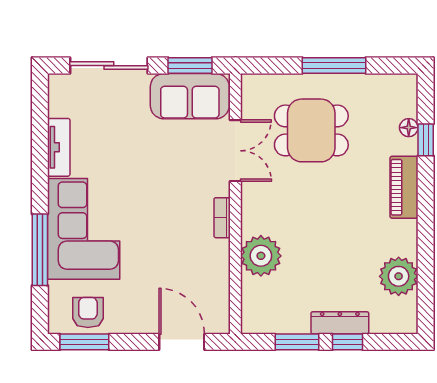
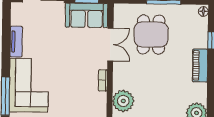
floor lamp: (409, 128) -> (203, 11), moved
dining table: (311, 130) -> (151, 34), turned 90

